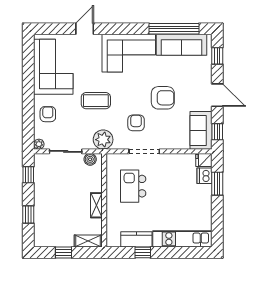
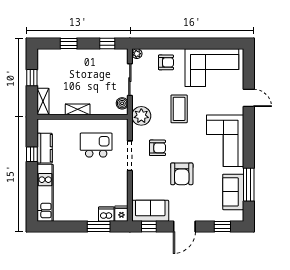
window: (174, 29) -> (249, 185), width x0.68
sofa: (182, 45) -> (233, 192), width x0.73

